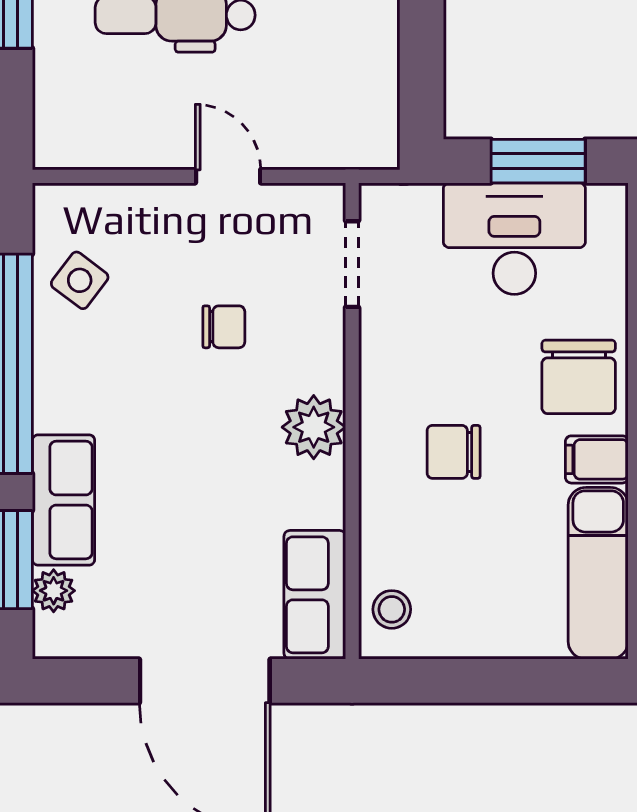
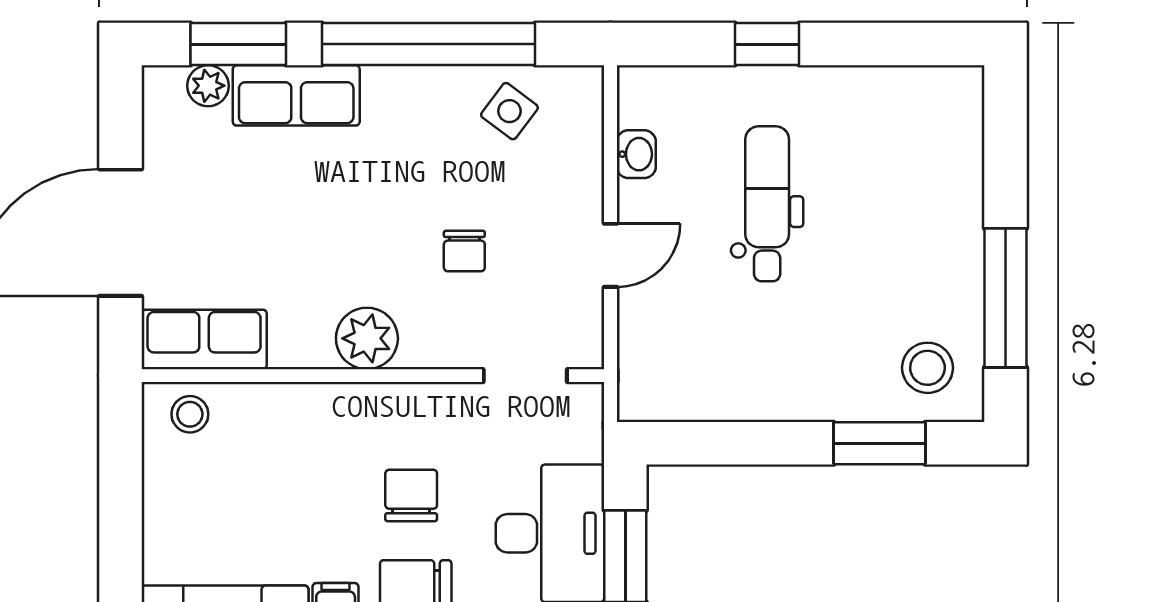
washbasin: (124, 150) -> (636, 154), added
chair: (454, 452) -> (411, 495), moved

